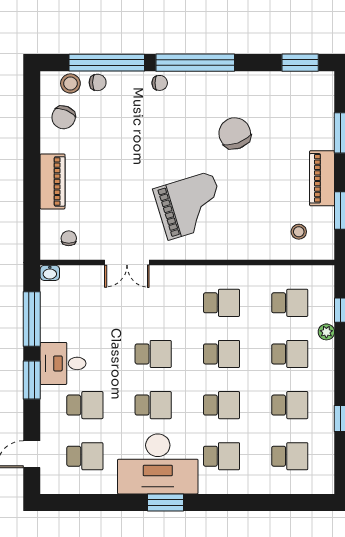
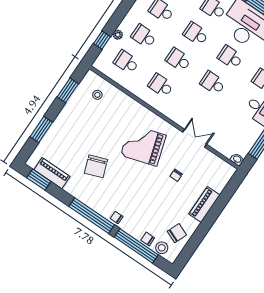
piano: (322, 178) -> (52, 173), moved, turned -90
chair: (69, 238) -> (176, 175), moved

